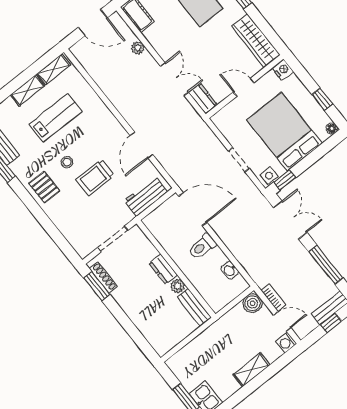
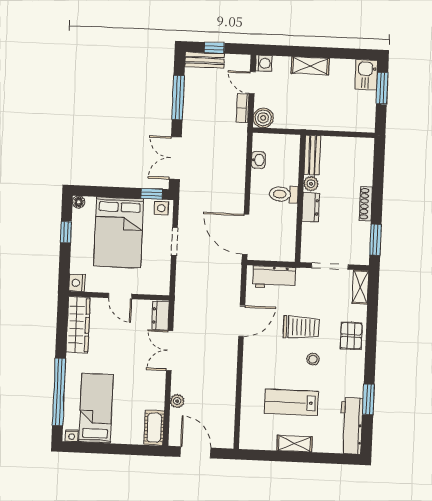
shelving: (54, 69) -> (360, 287), moved, turned 90
pallet: (44, 187) -> (351, 336), moved
toilet: (202, 246) -> (284, 194), moved, turned 180
shoe rack: (103, 277) -> (366, 204), moved

